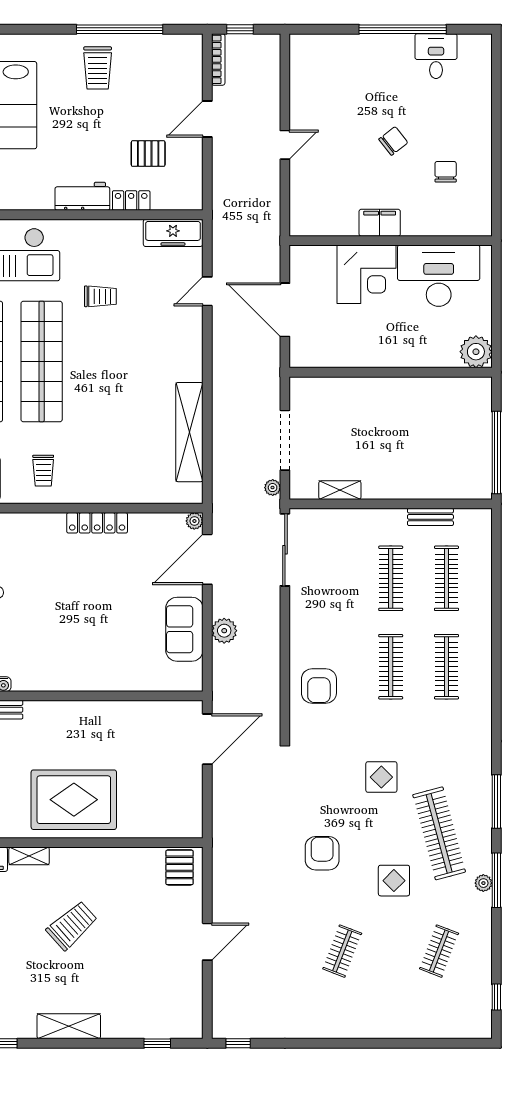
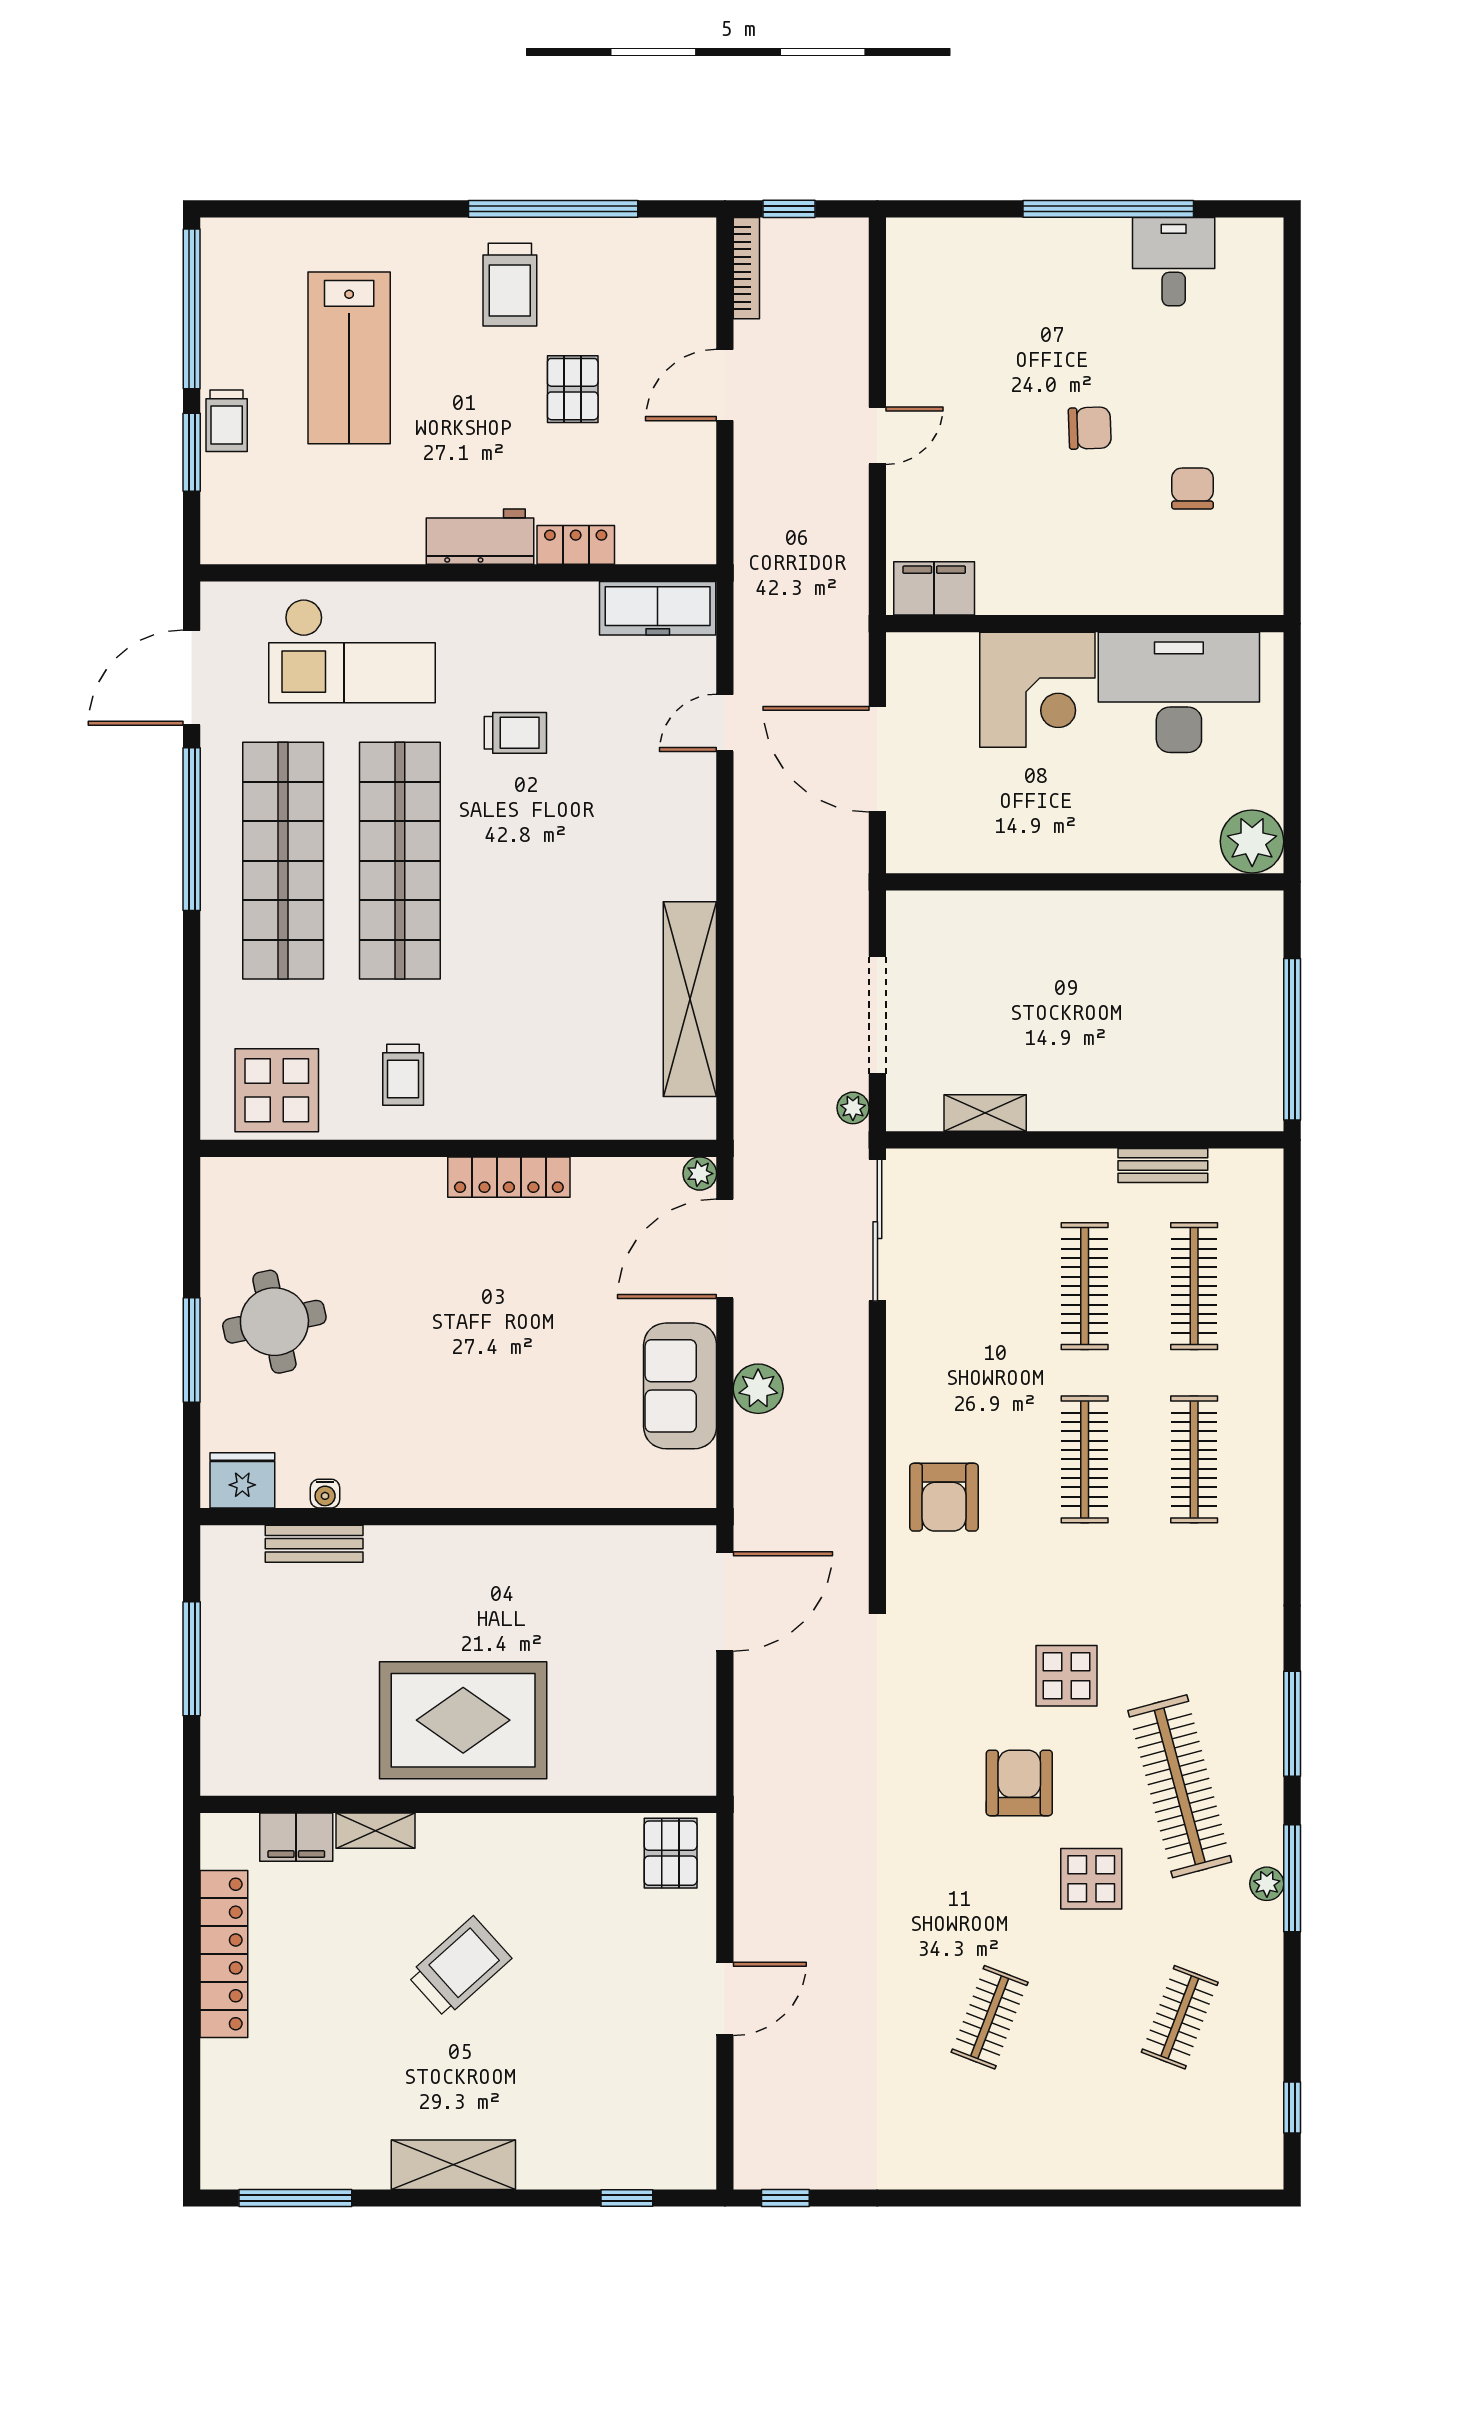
chair: (393, 141) -> (1090, 428), turned 36
pallet: (148, 154) -> (573, 389), moved, turned 90
filing cabinet: (380, 223) -> (934, 588), moved
armchair: (322, 853) -> (1019, 1783), moved

